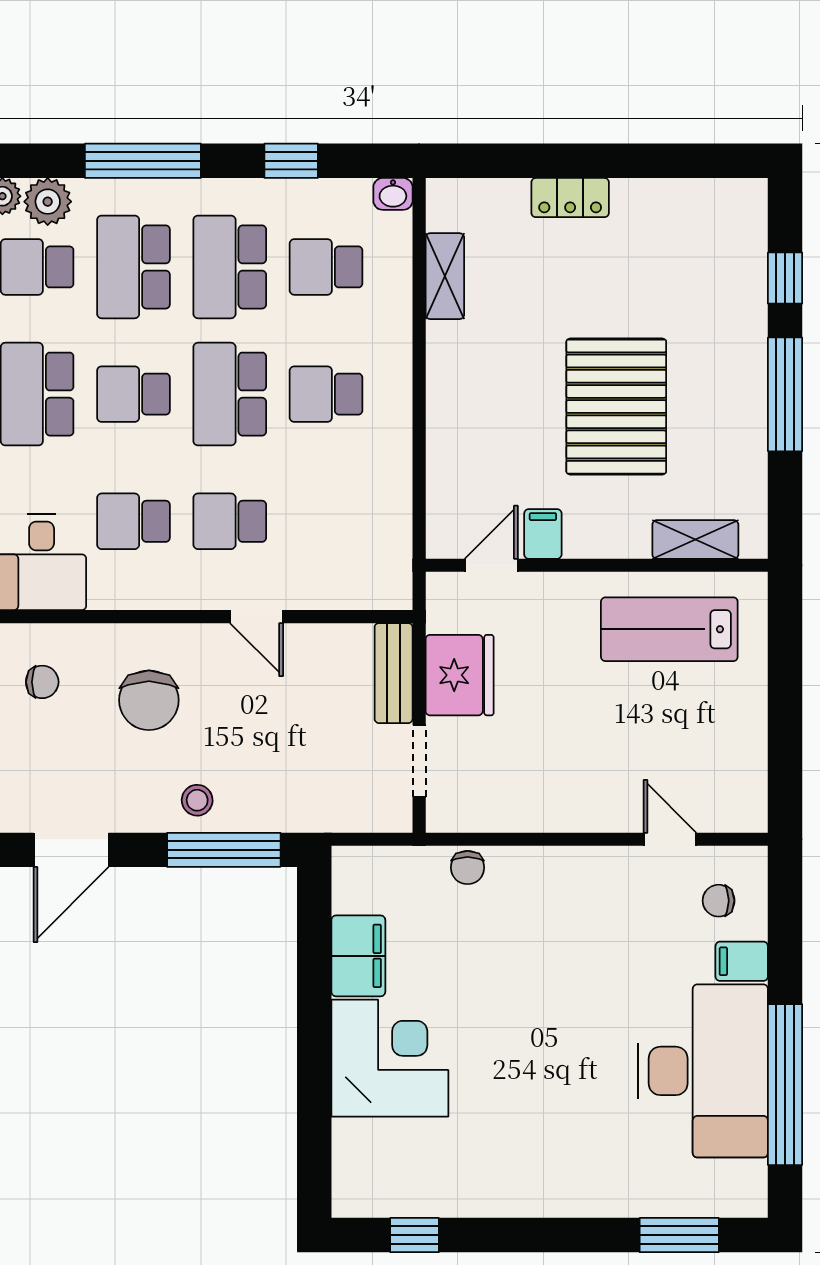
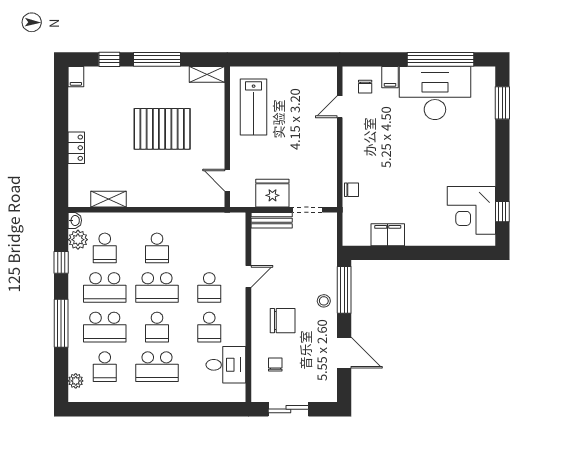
plant: (48, 202) -> (78, 240), moved
filing cabinet: (543, 534) -> (76, 77), moved, turned -90
shelving: (695, 540) -> (207, 74), moved, turned 90
corner desk: (390, 1058) -> (471, 210), moved, turned -90

